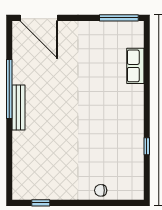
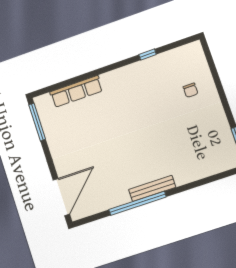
row of seats: (135, 66) -> (76, 91), width x1.48
chair: (101, 190) -> (190, 90), moved

